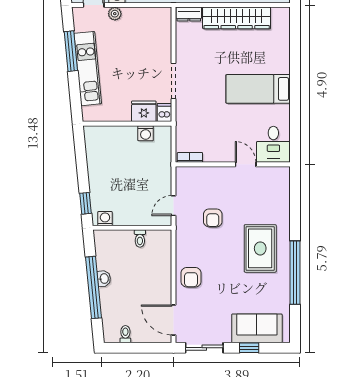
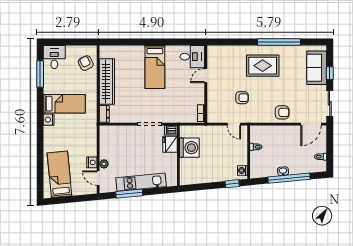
washing machine: (146, 133) -> (189, 148), width x1.89, depth x1.89

